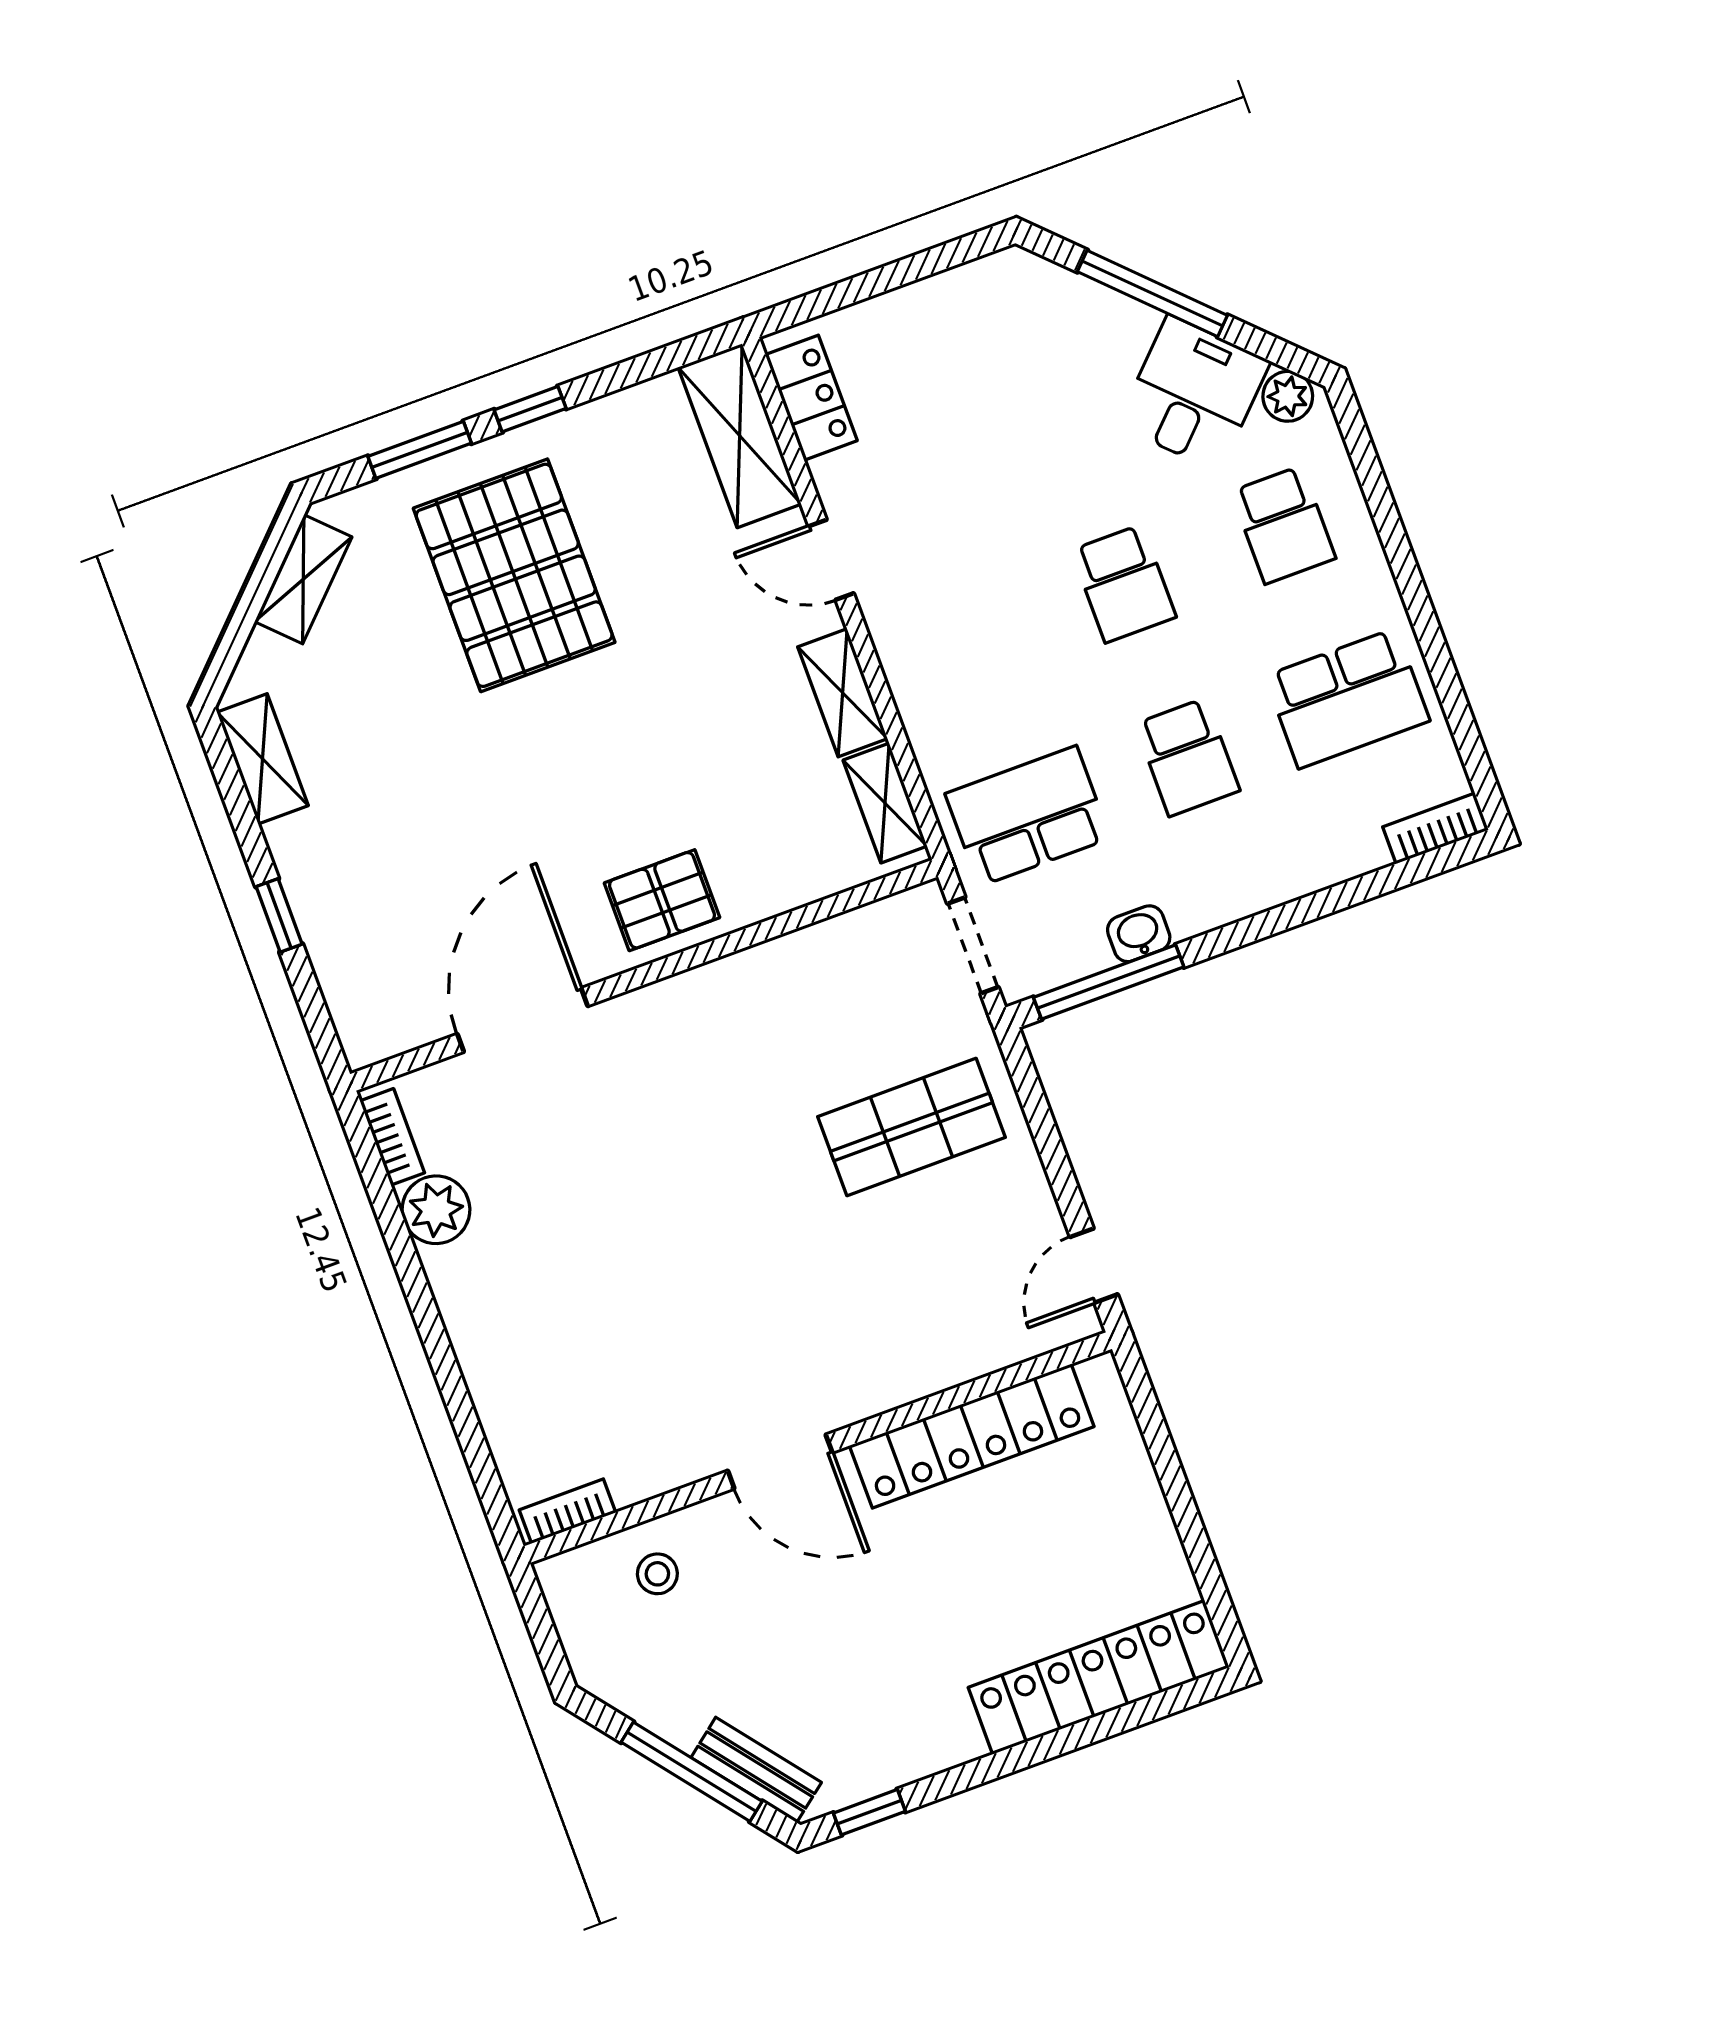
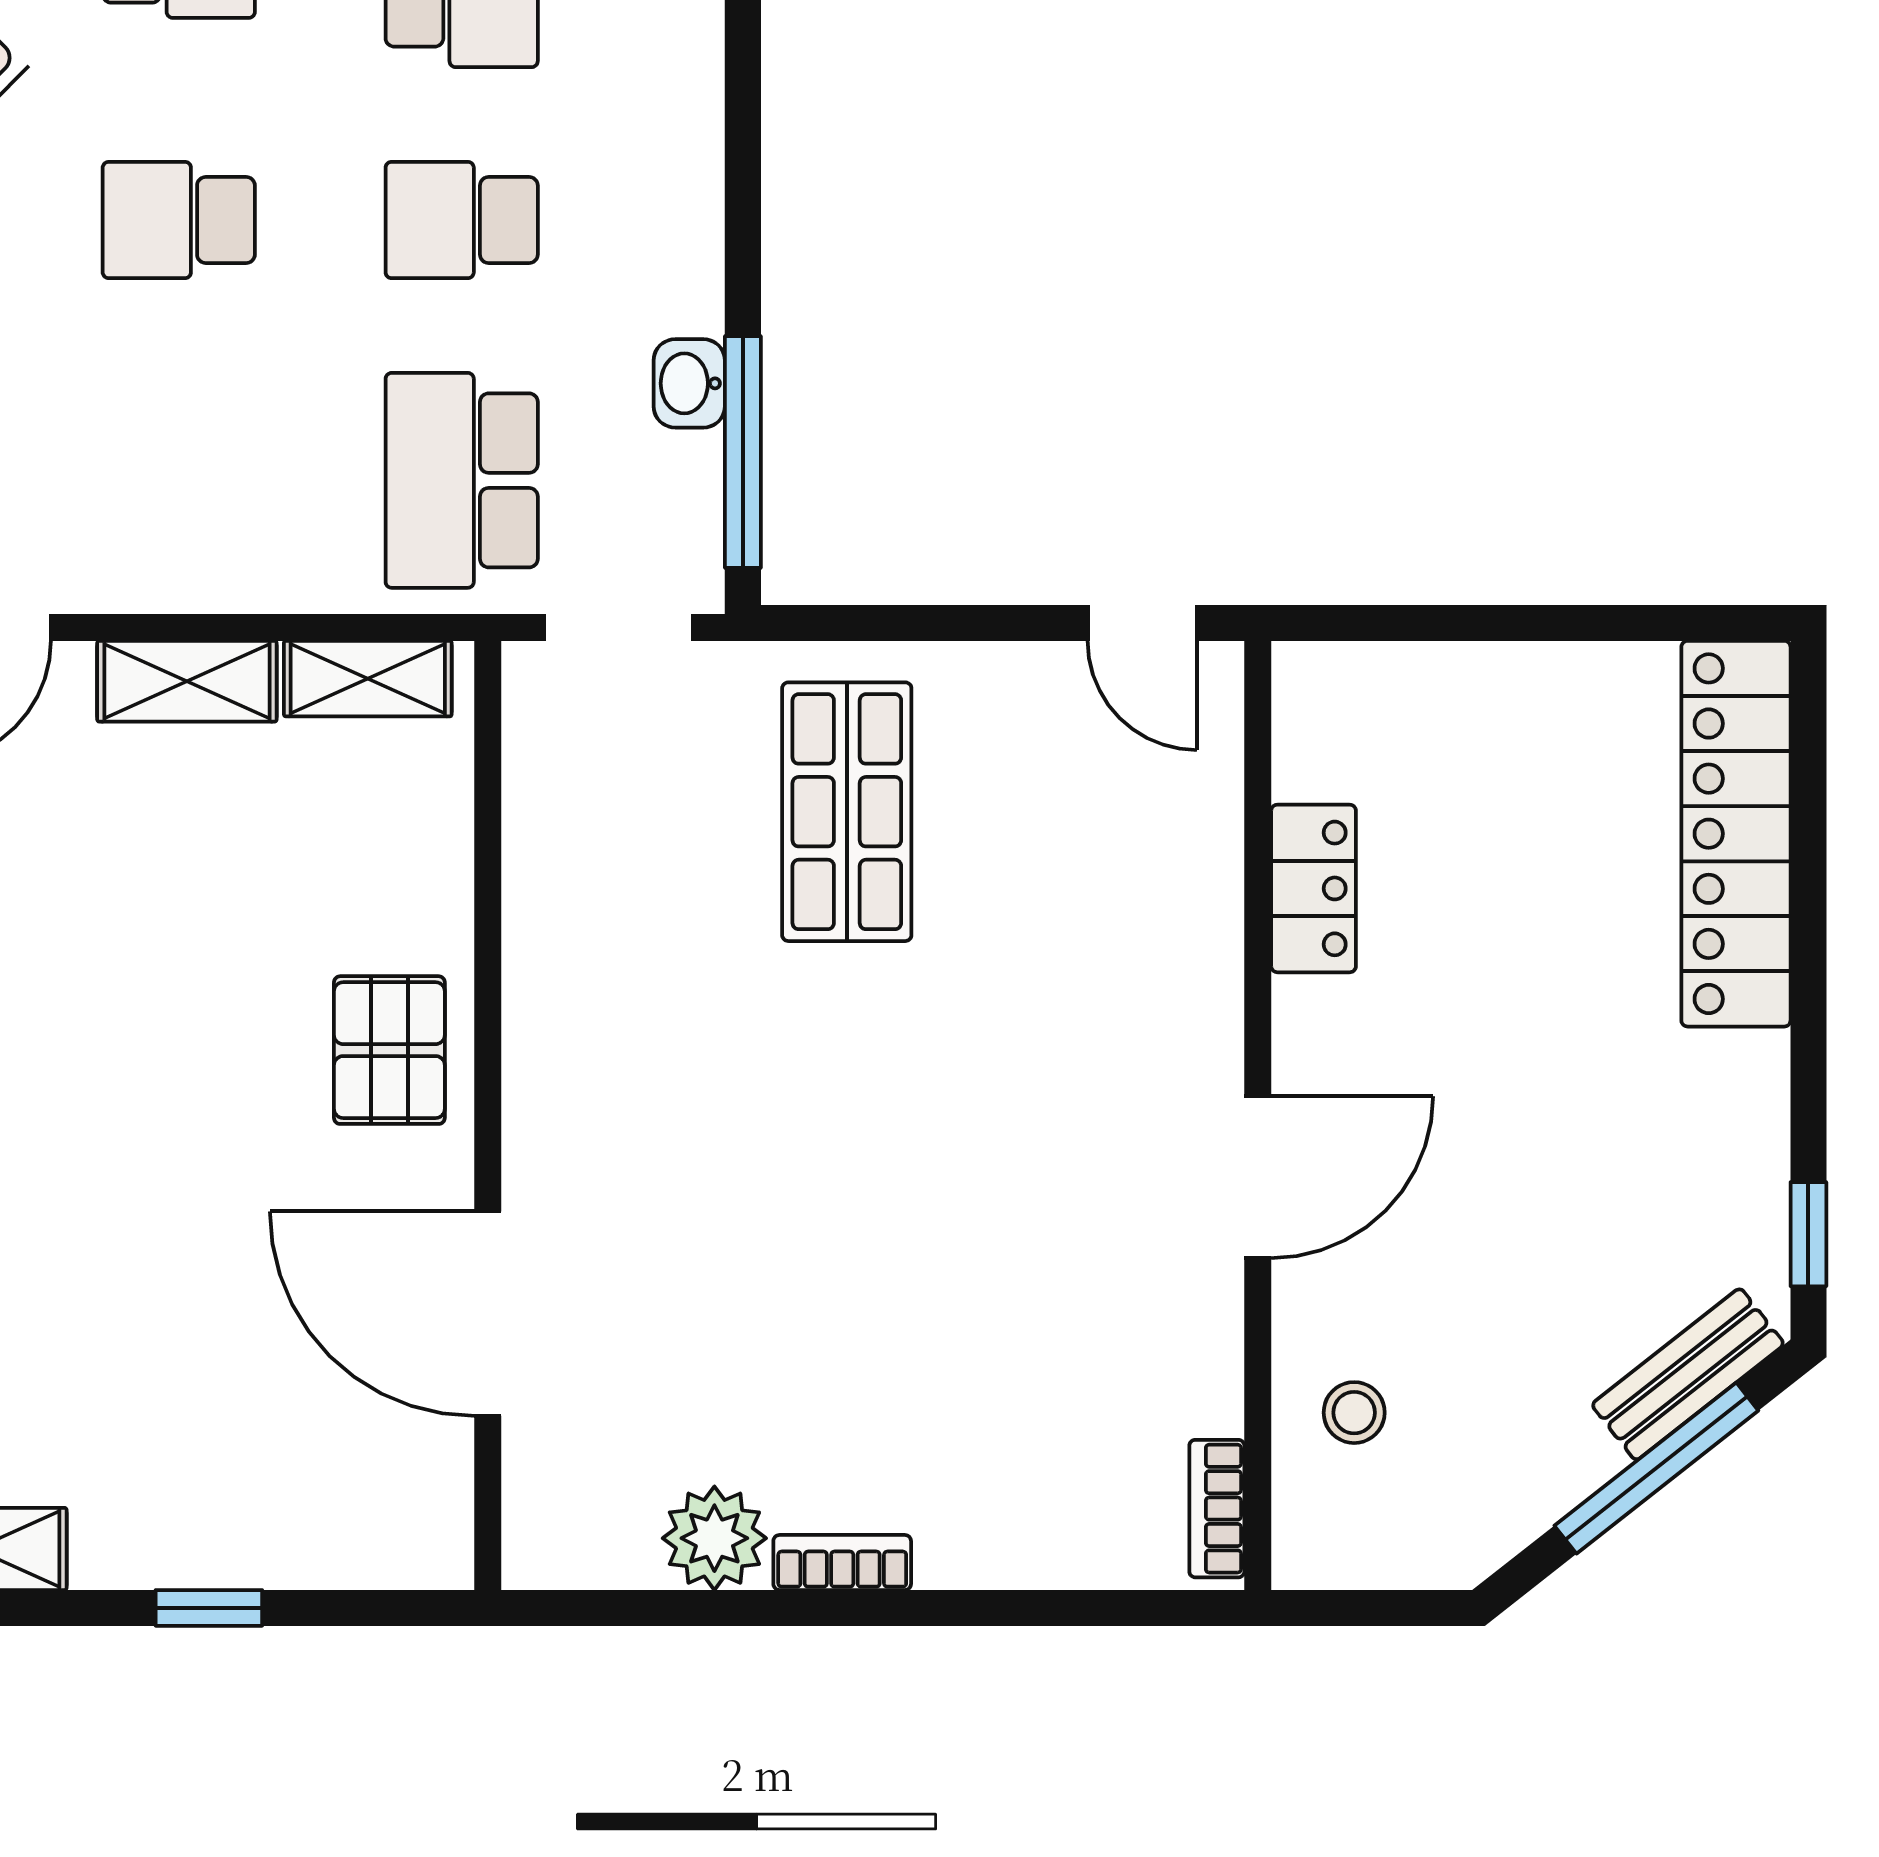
school desk: (1124, 584) -> (179, 220), turned 180
school desk: (1187, 757) -> (462, 220), turned 180
bookcase: (392, 1137) -> (842, 1562), moved
locker: (972, 1436) -> (1314, 888), width x0.46, depth x0.83

